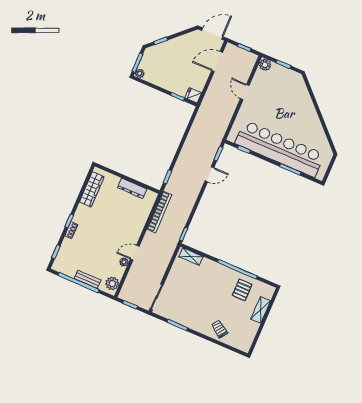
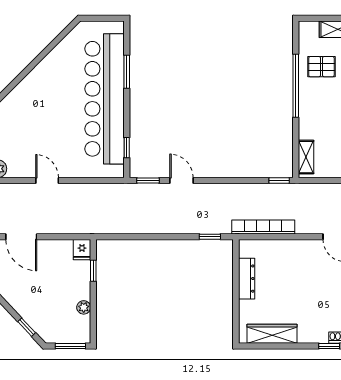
plant: (140, 73) -> (84, 307), moved
door: (245, 92) -> (47, 180), swing flipped

